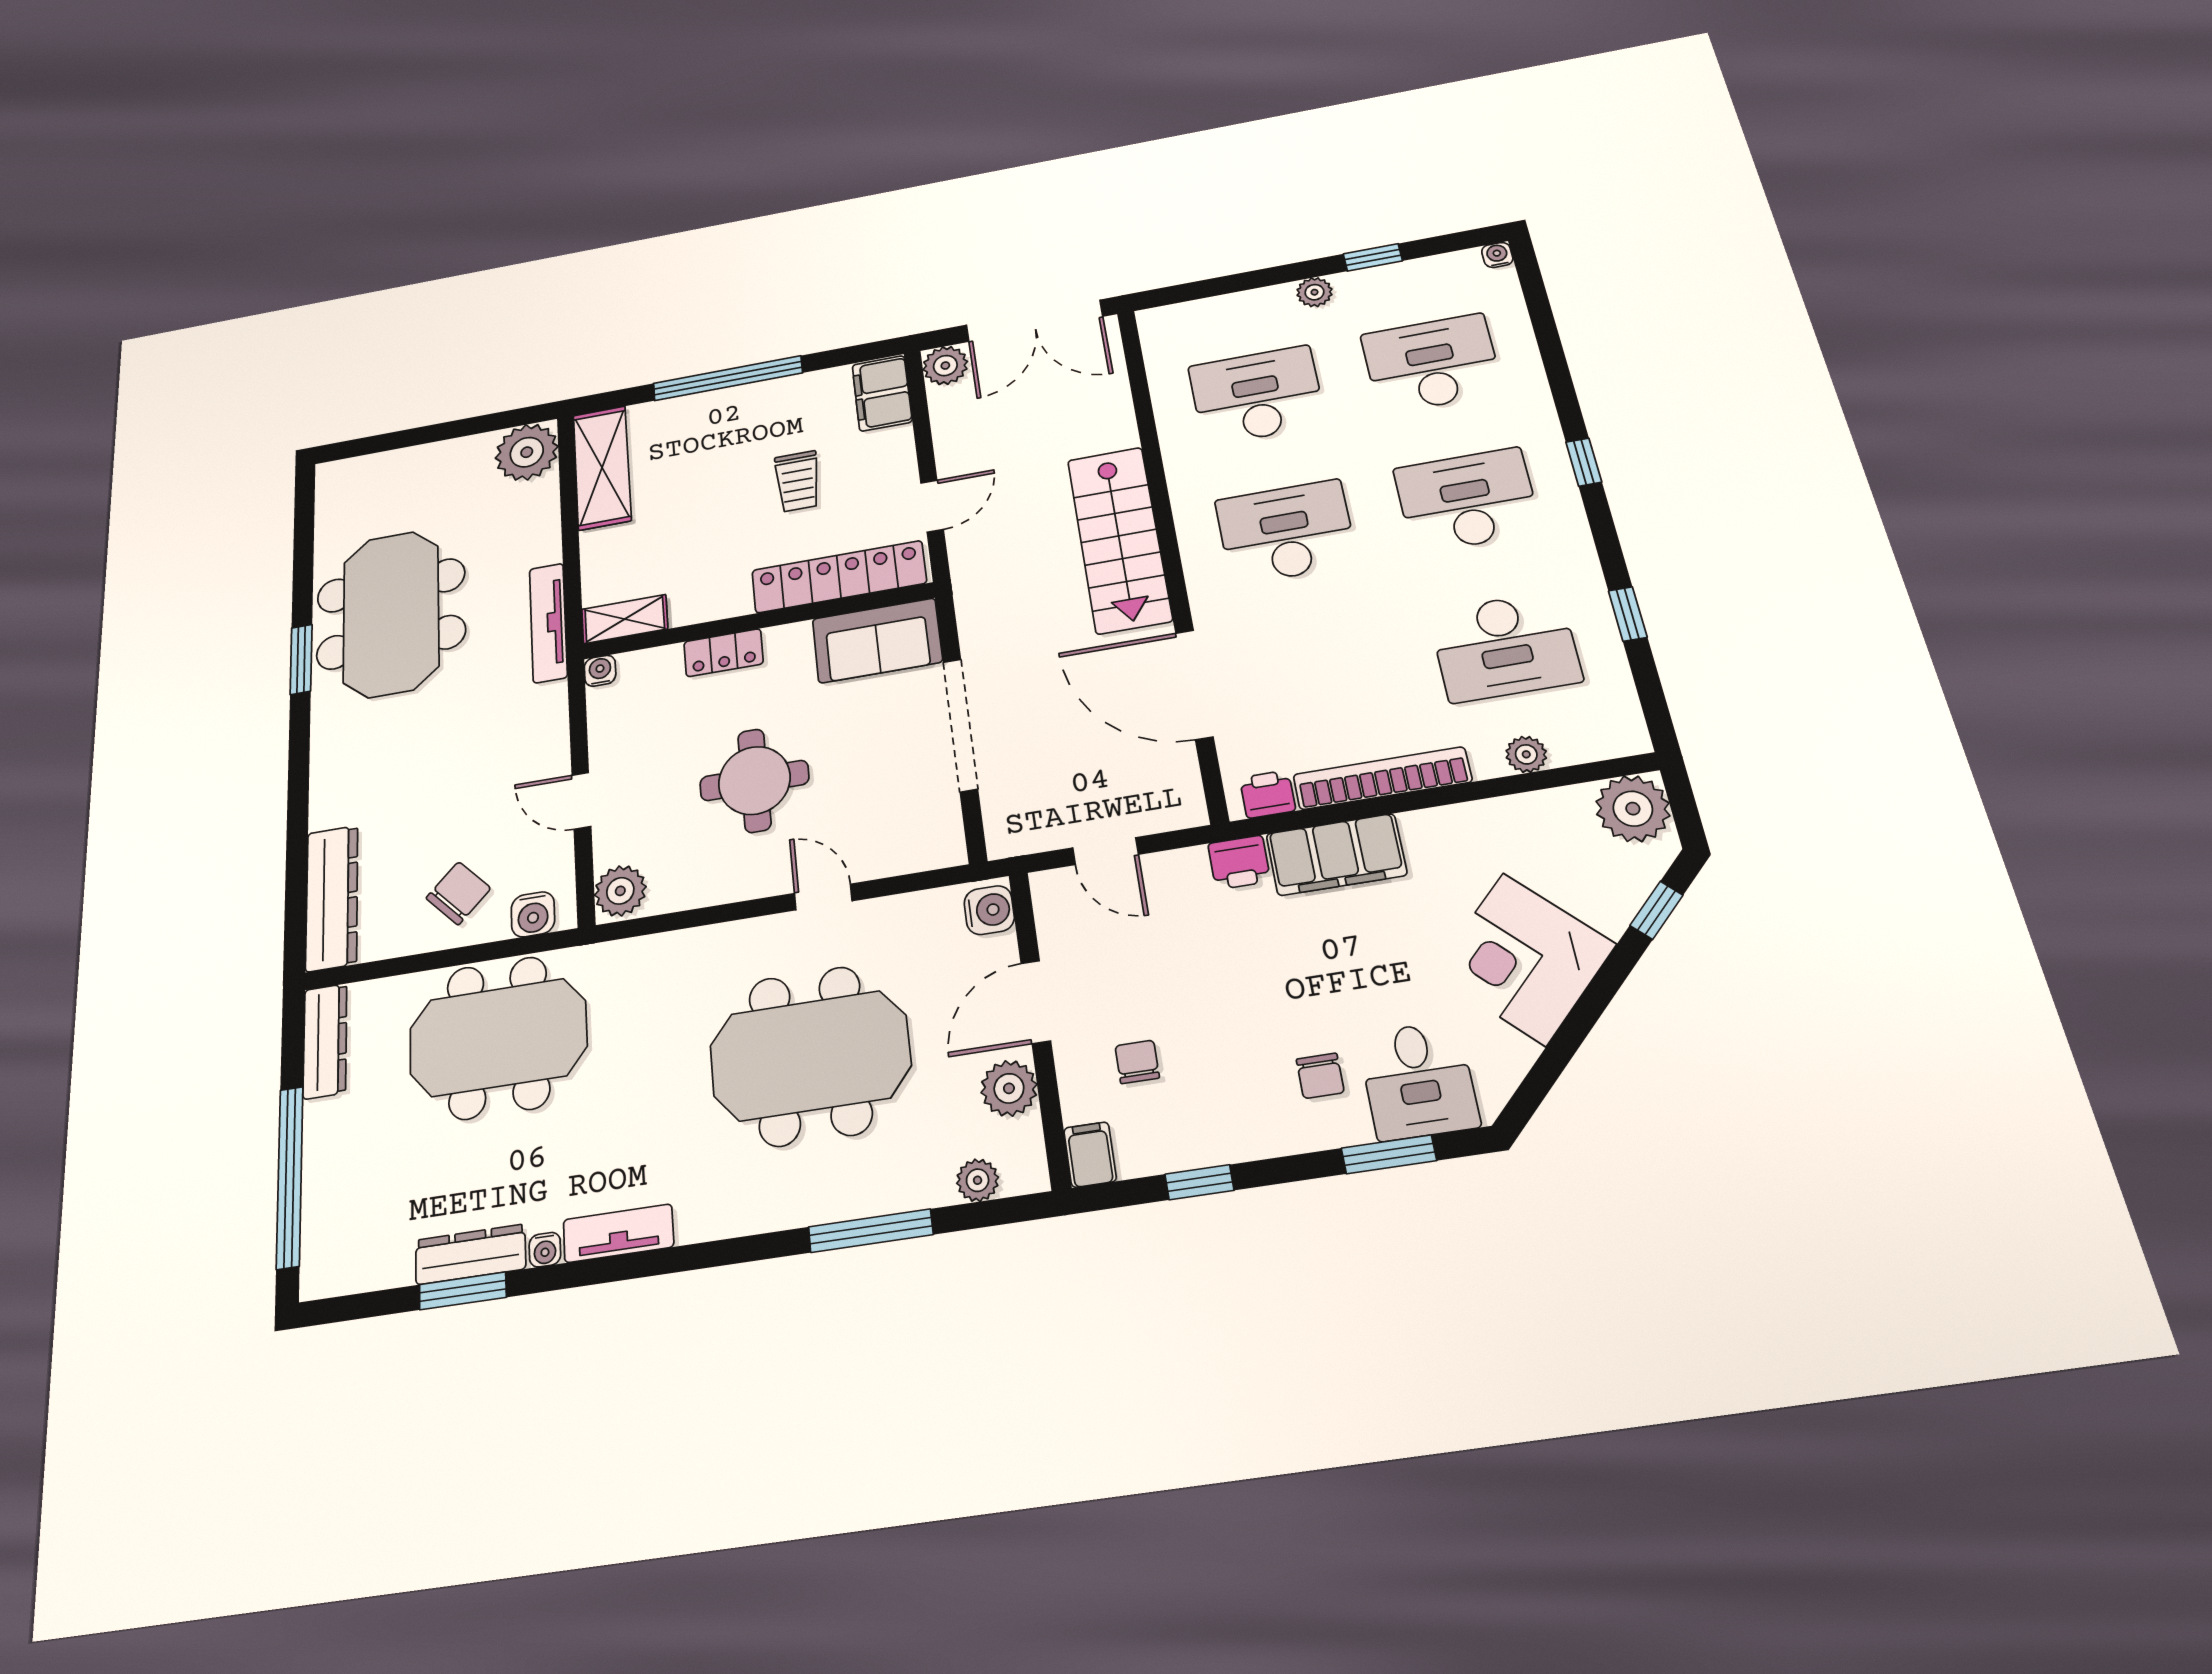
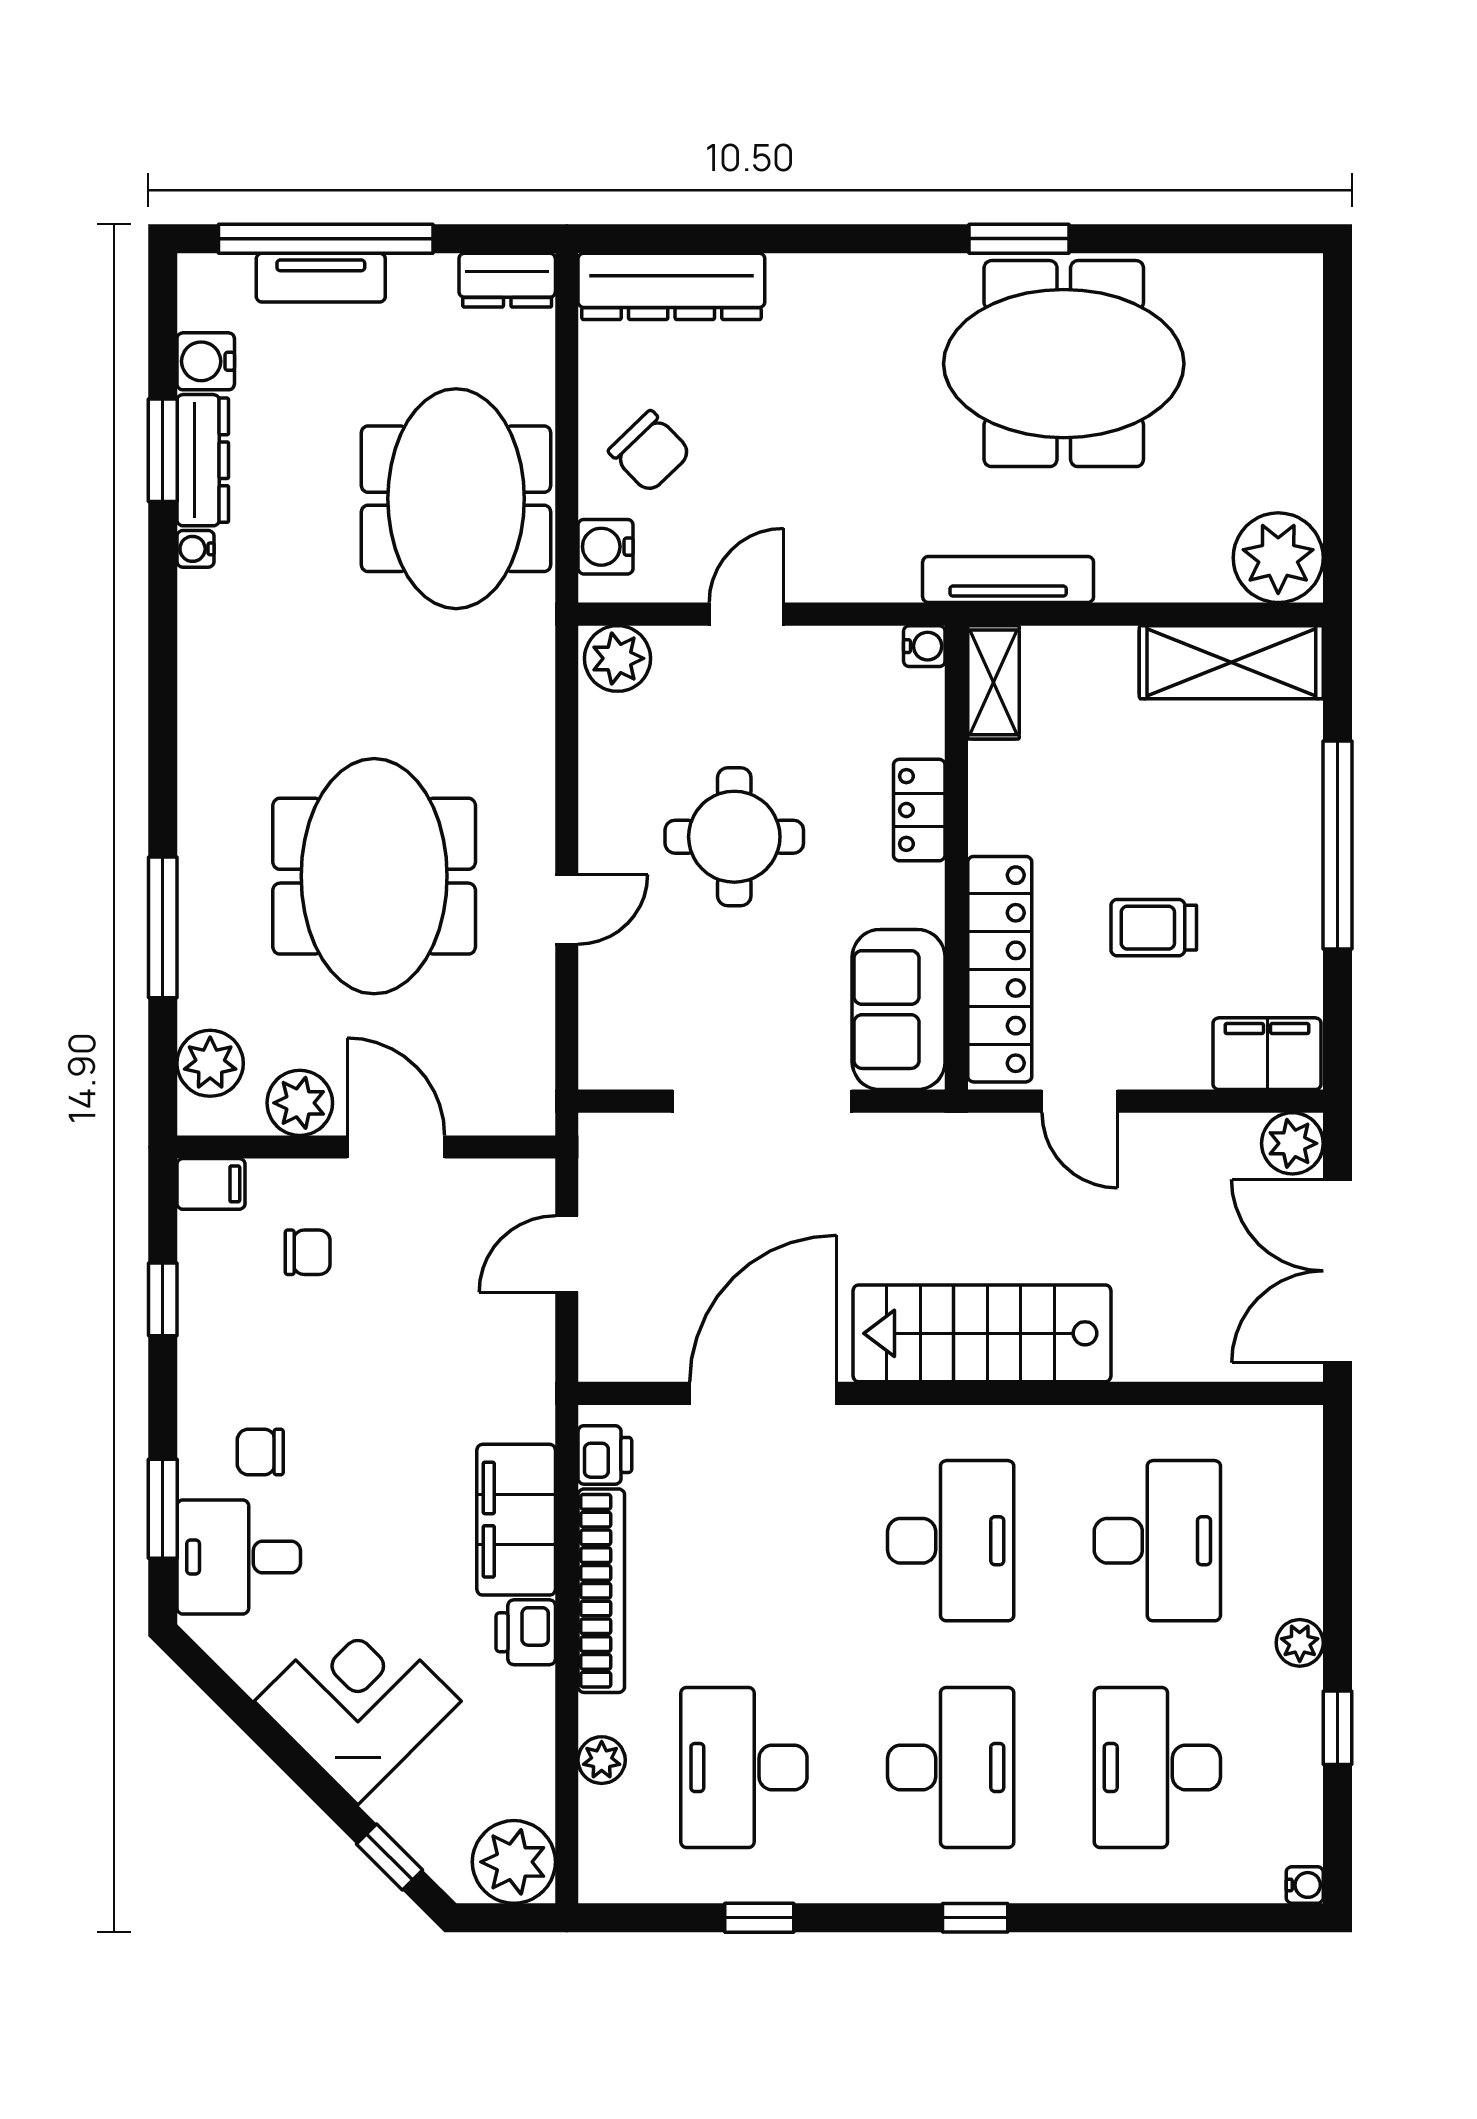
desk: (1432, 364) -> (1157, 1767), turned 180
printer: (1239, 862) -> (526, 1632), moved
water cooler: (989, 910) -> (206, 361), moved, turned 90
dresser: (325, 1041) -> (507, 280), width x0.70
plant: (978, 1180) -> (210, 1063), width x1.38, depth x1.38
tv unit: (618, 1233) -> (321, 278), moved, turned 90

